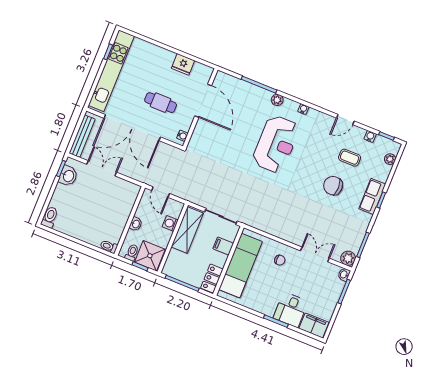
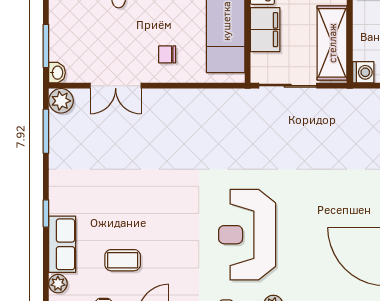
chair: (333, 186) -> (131, 205), removed
row of seats: (372, 196) -> (62, 244), moved
washing machine: (170, 223) -> (363, 72), moved
filing cabinet: (223, 246) -> (265, 30), width x2.00

